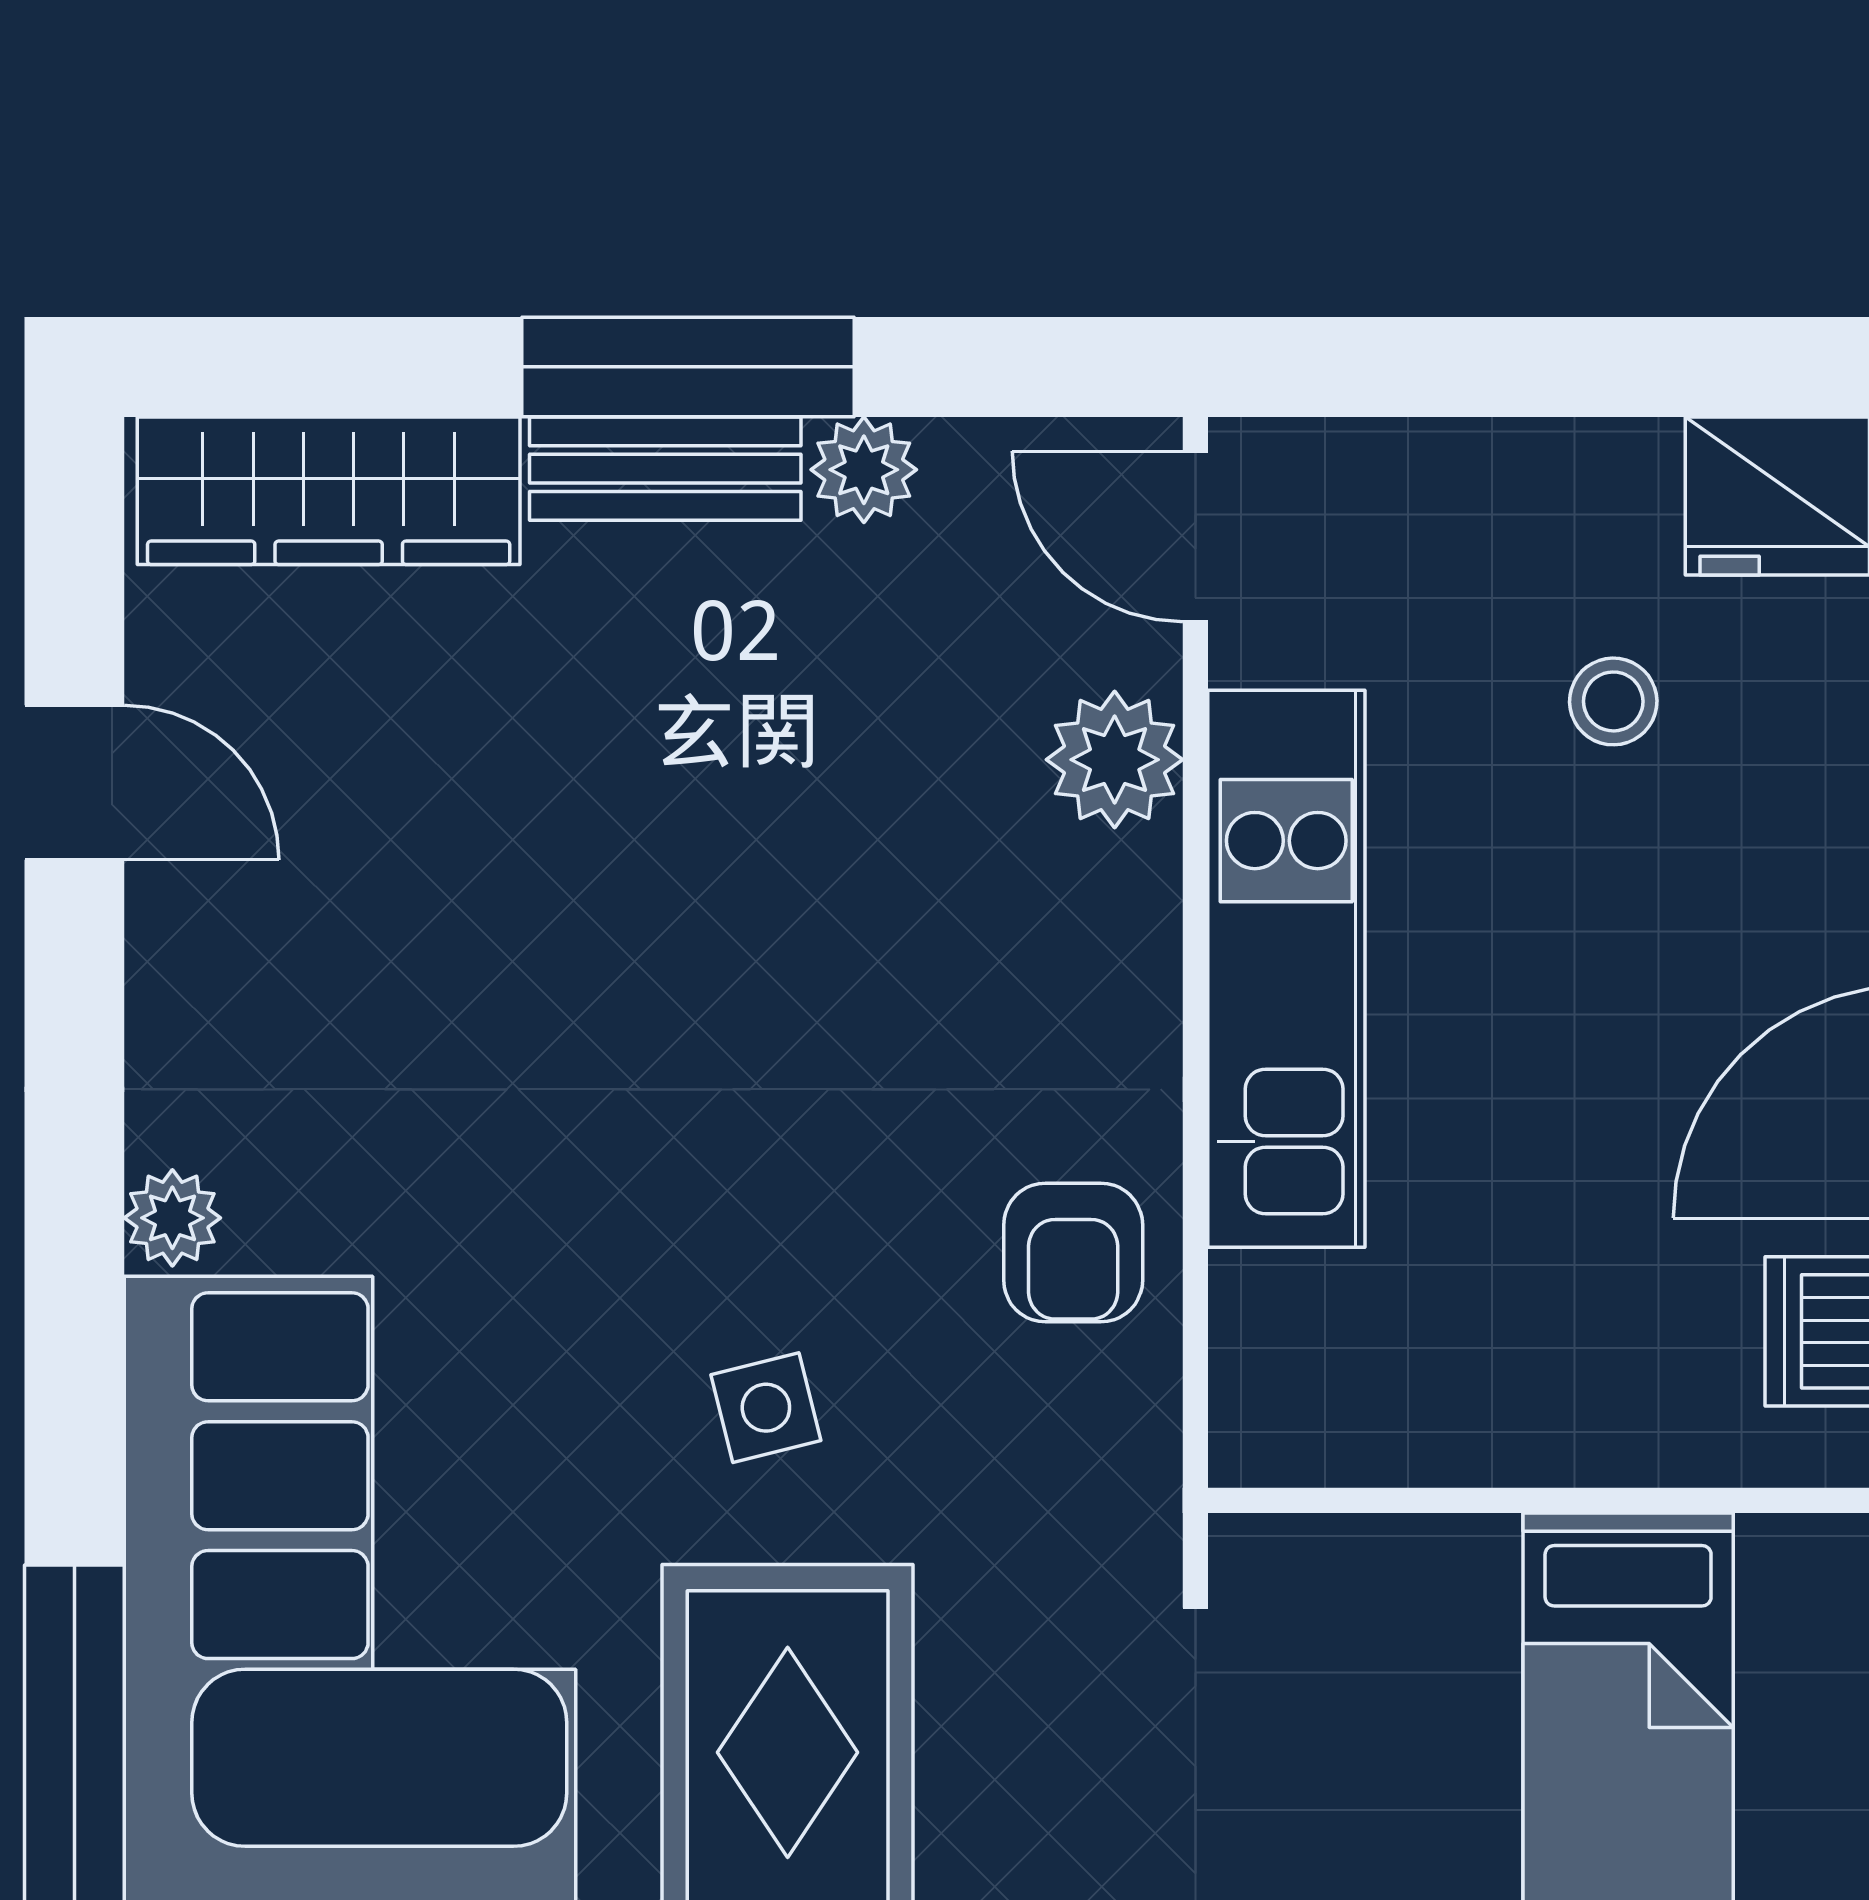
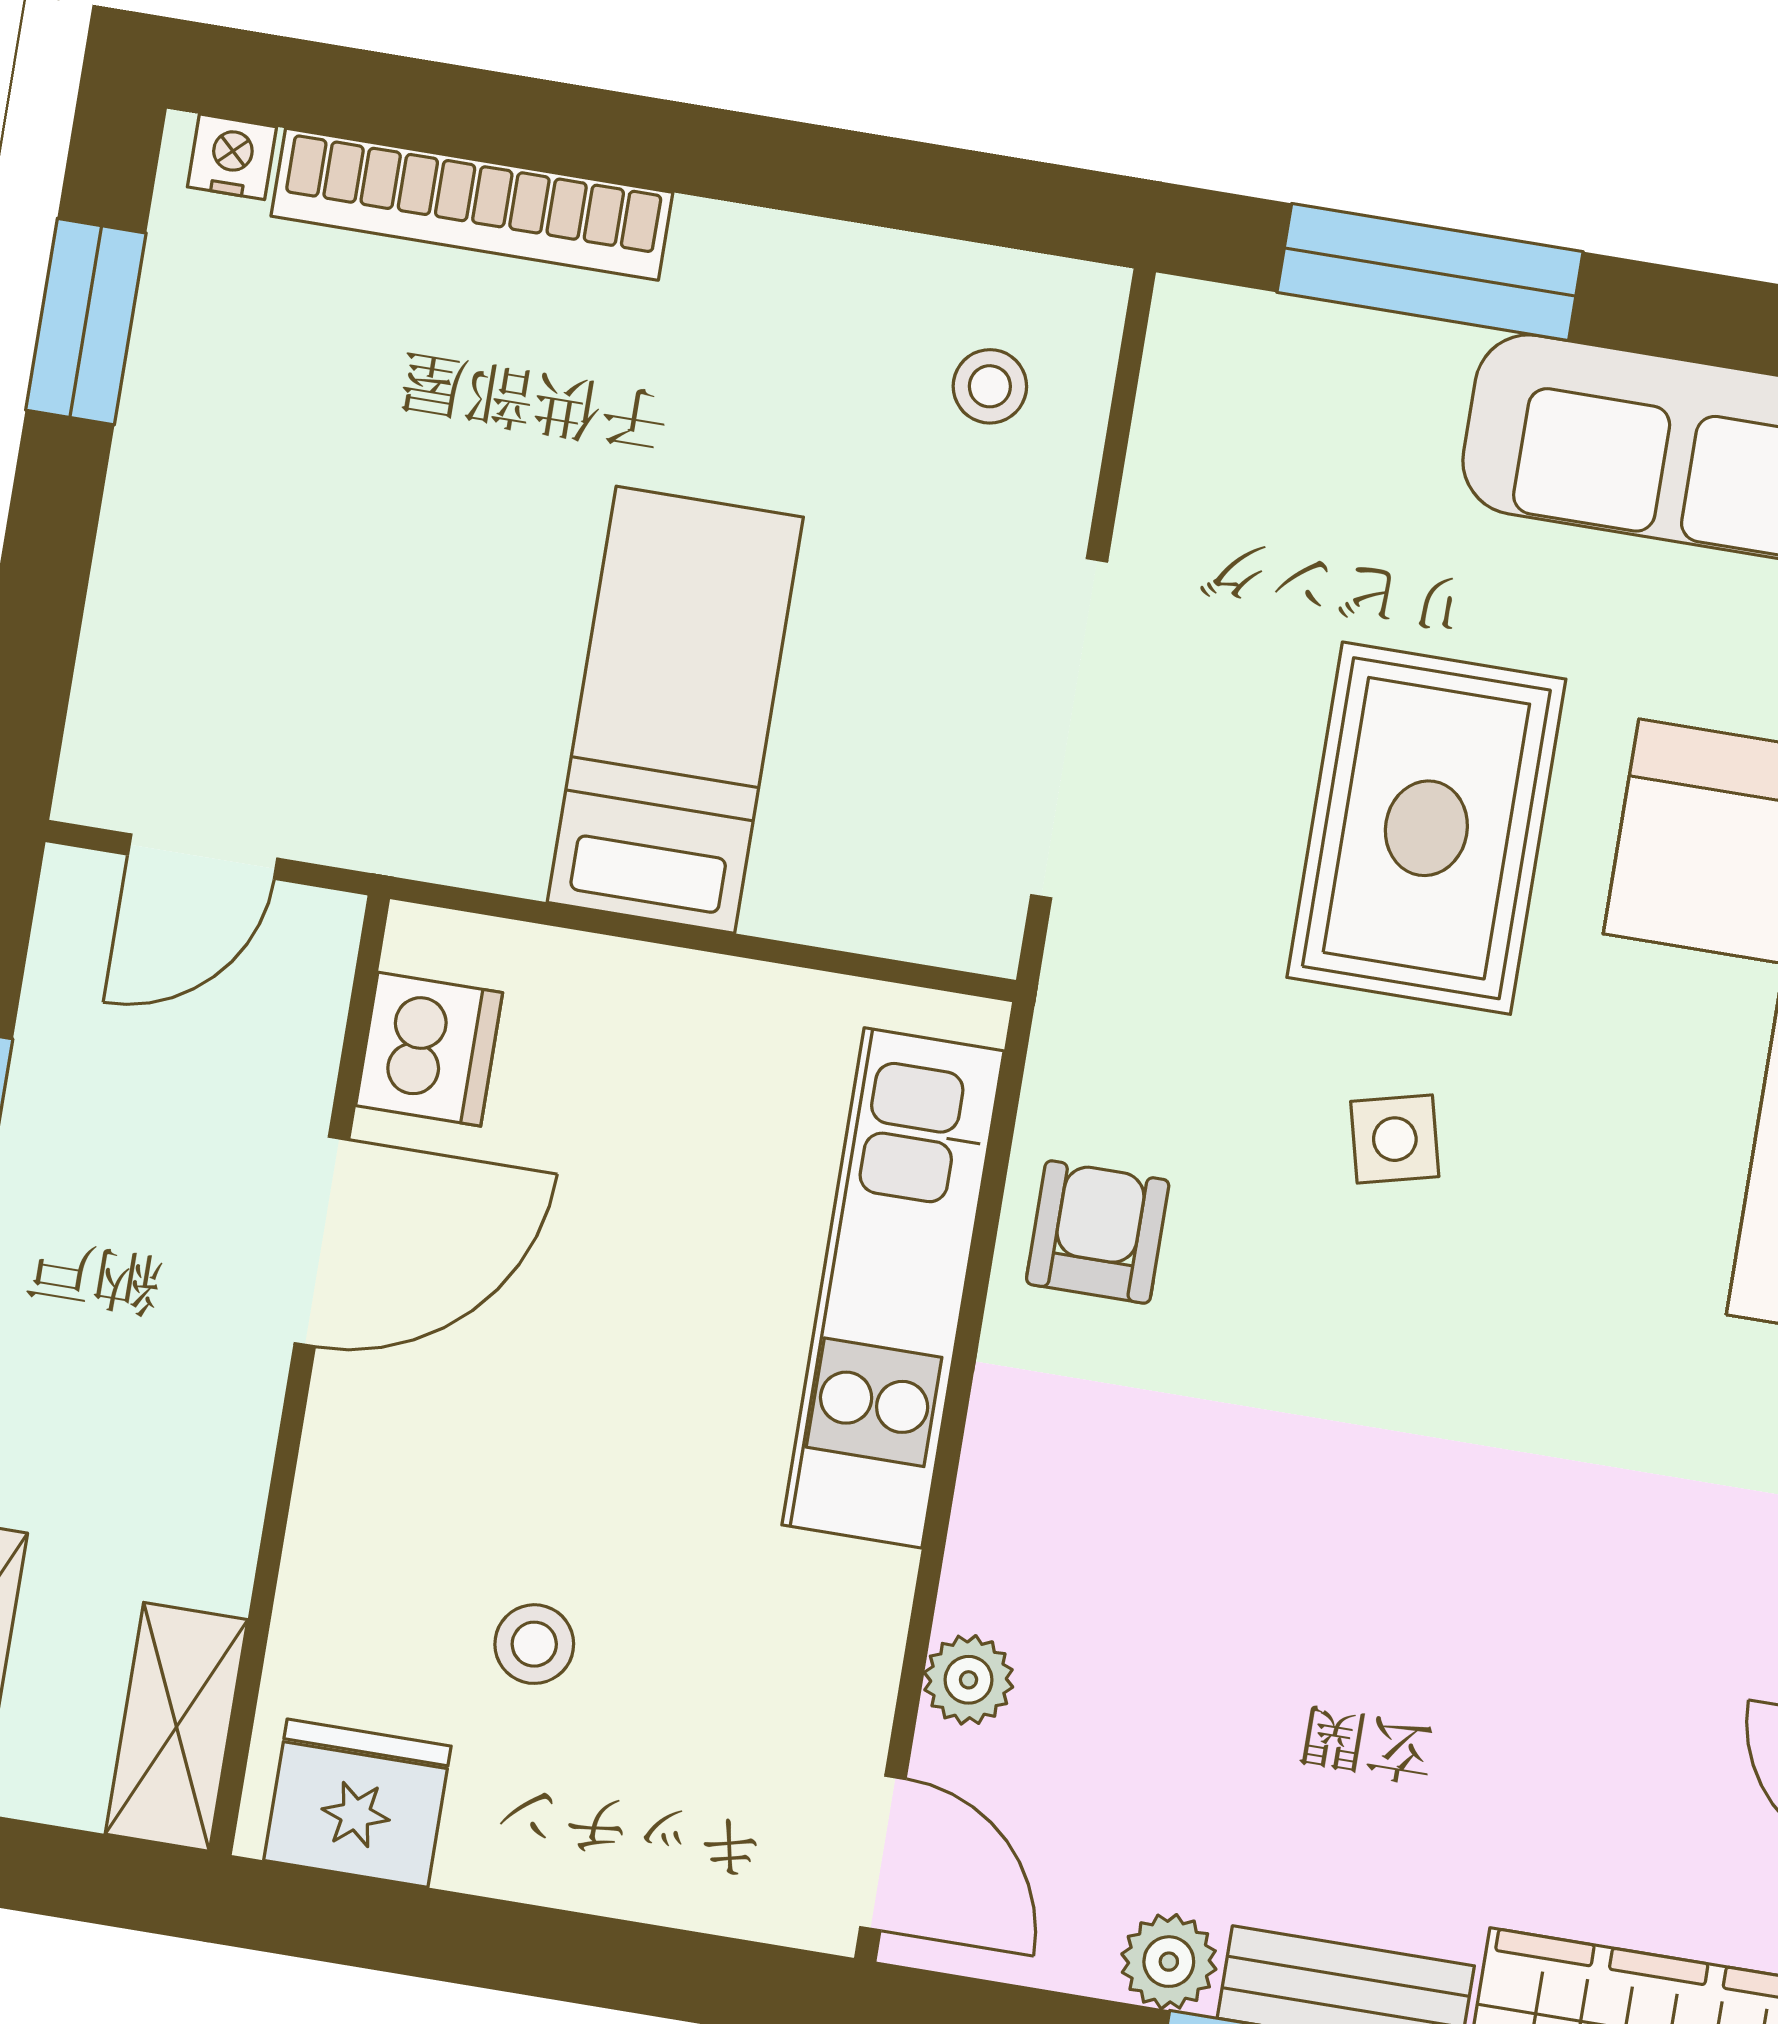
plant: (1115, 760) -> (969, 1680), width x0.73, depth x0.73
kitchen unit: (1286, 969) -> (893, 1288), moved

